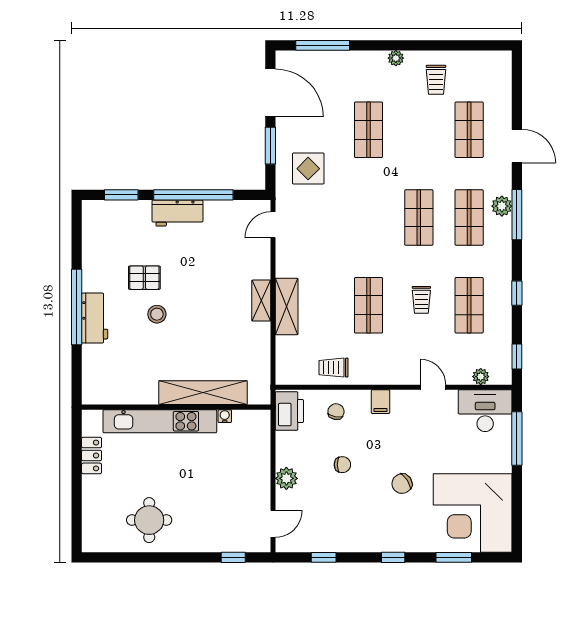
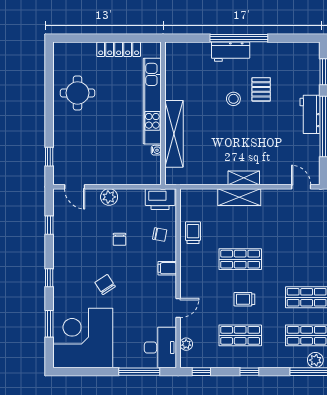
locker: (92, 455) -> (119, 49), width x1.53

